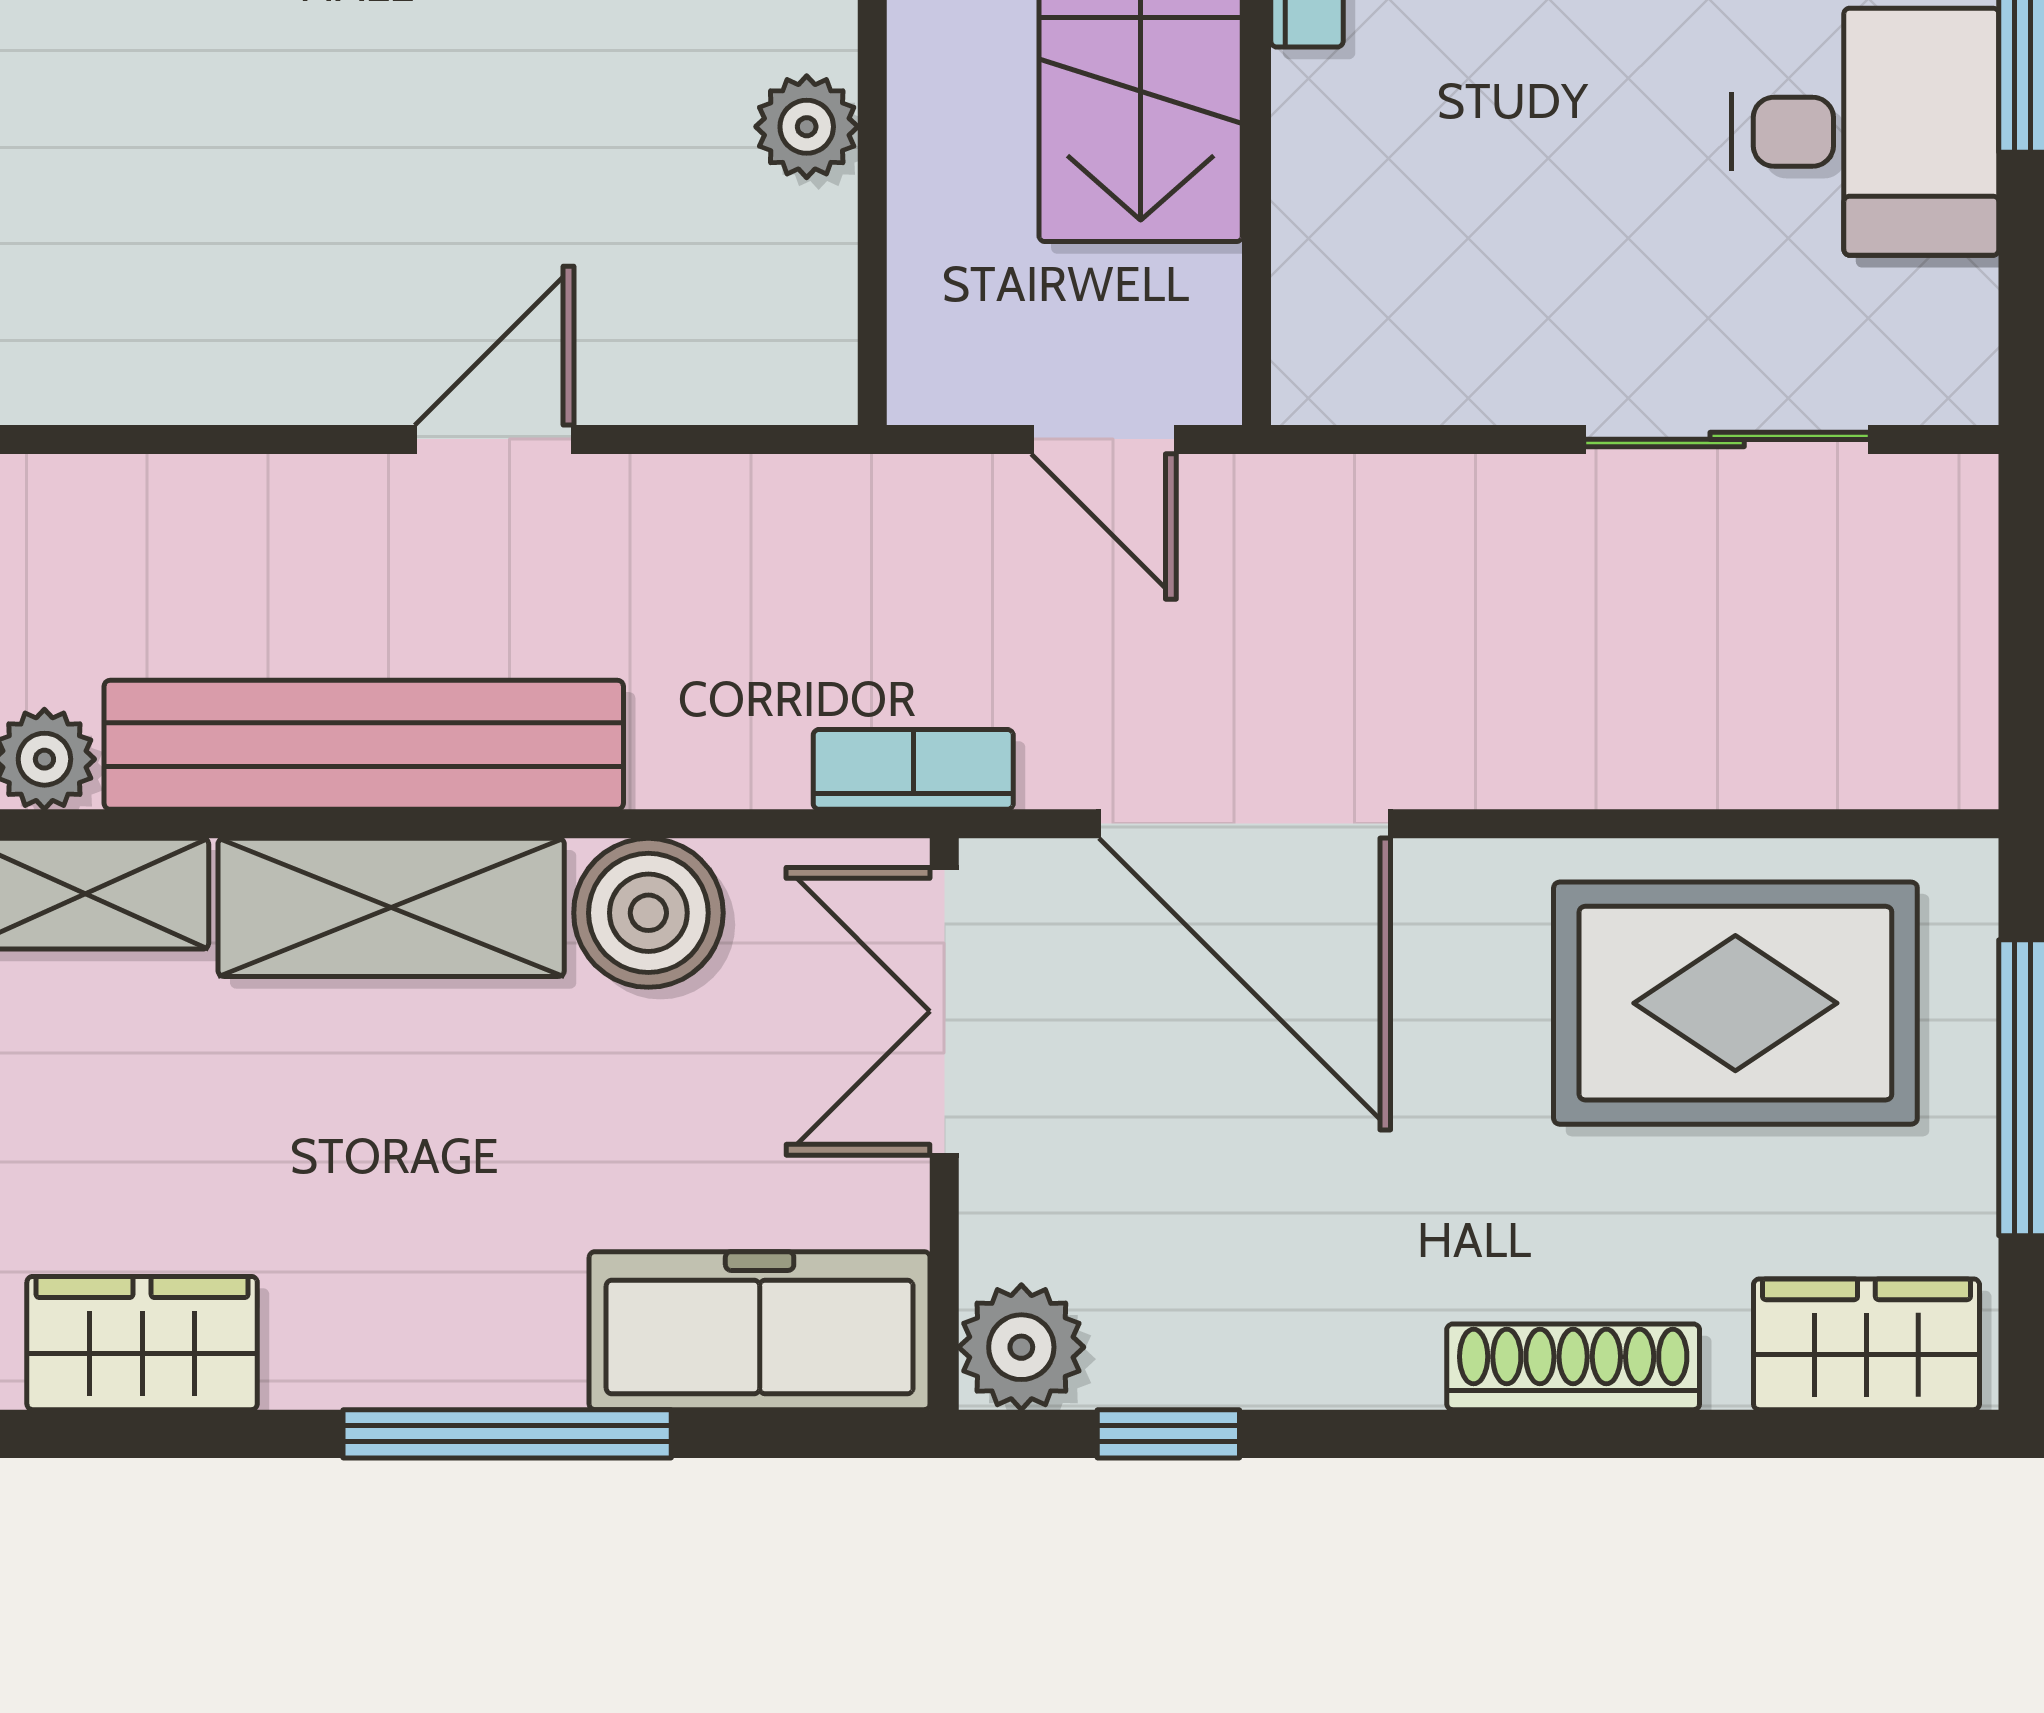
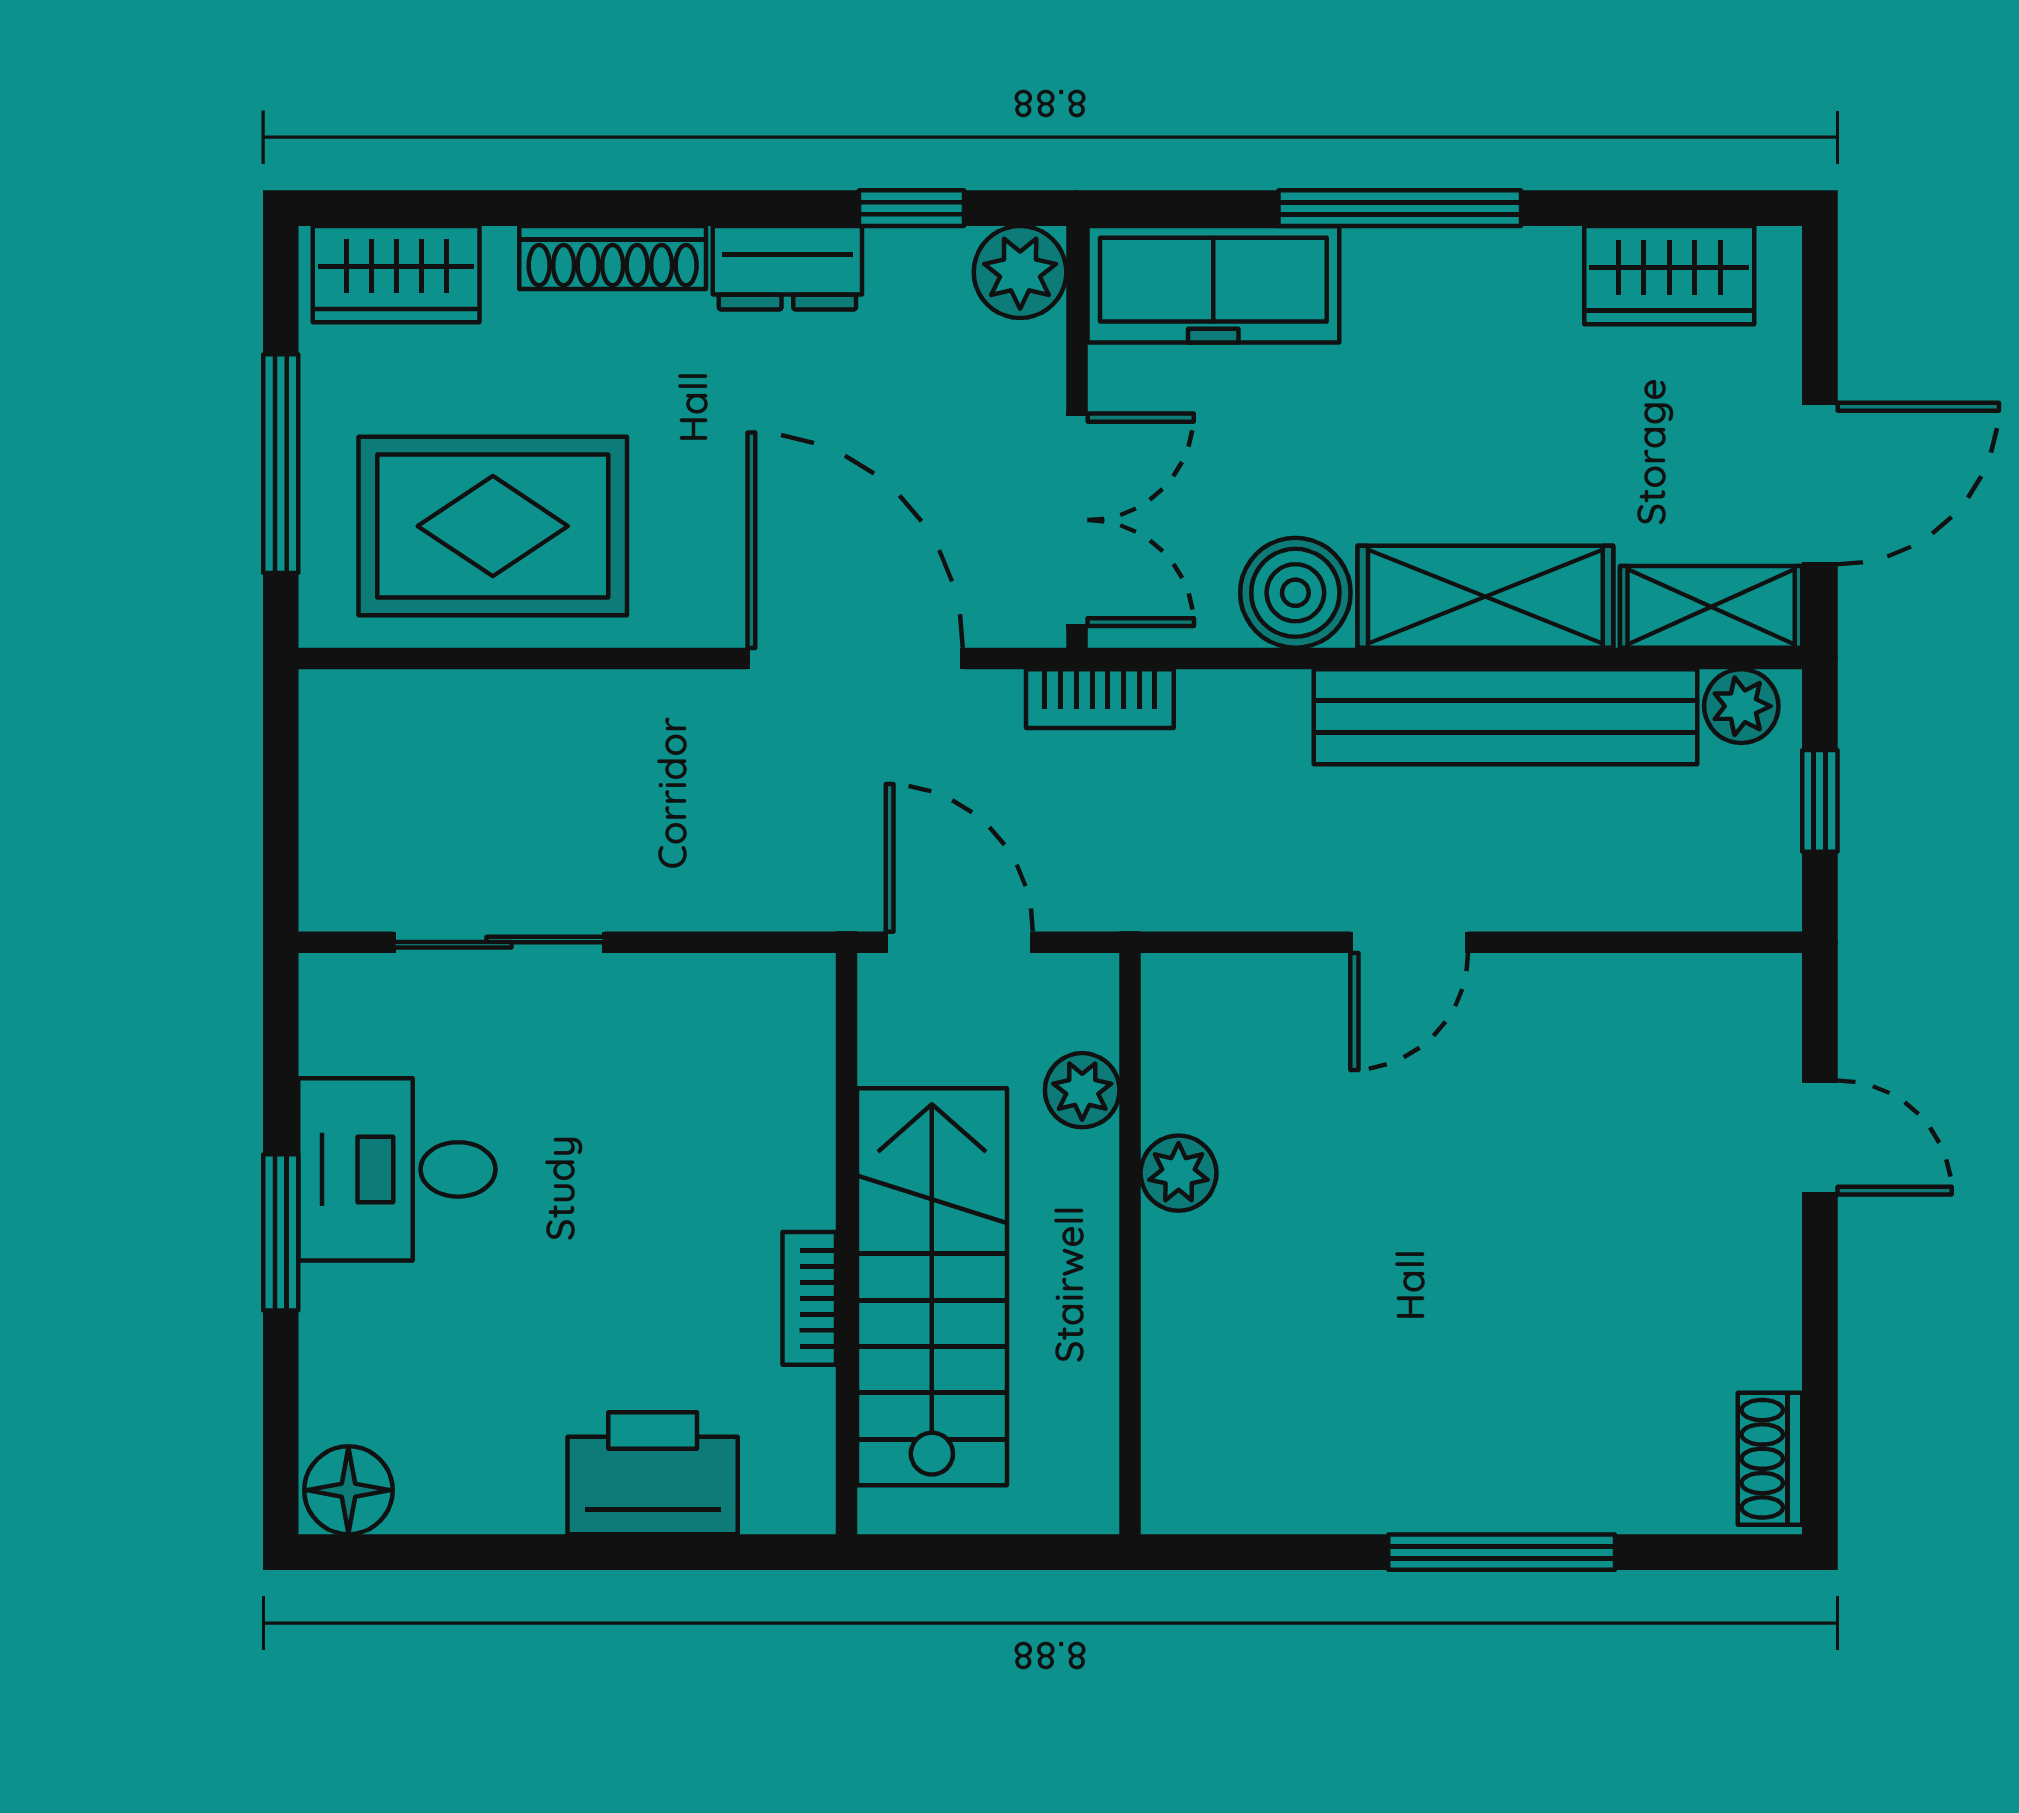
plant: (937, 239) -> (1082, 1090), added
door: (1104, 439) -> (959, 942), width x1.38
dresser: (1336, 1353) -> (787, 268), added

